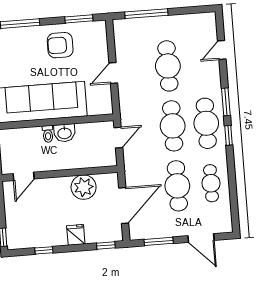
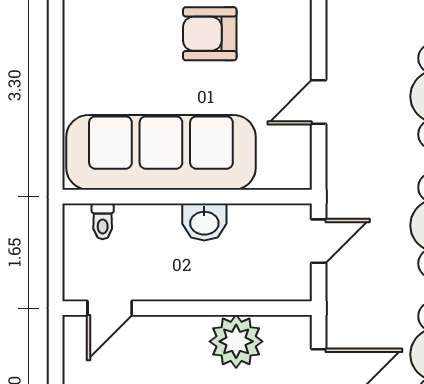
toilet: (48, 134) -> (103, 221), moved

